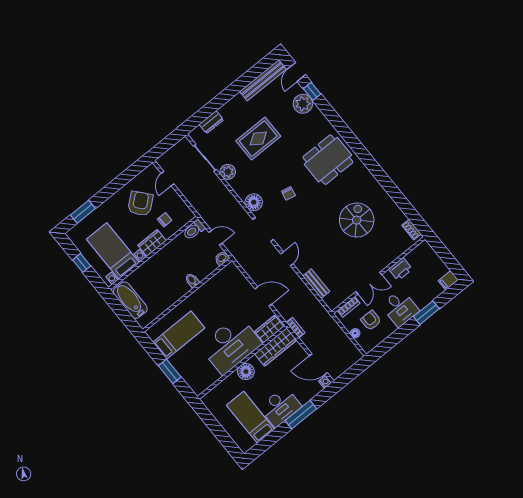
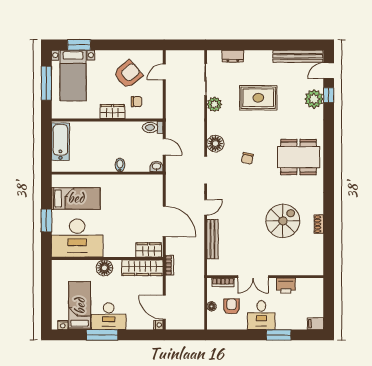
shoe rack: (411, 230) -> (319, 224), moved
bed with nightstands: (113, 251) -> (73, 75), moved, turned 180
window: (82, 263) -> (46, 83), width x2.17
bench: (316, 284) -> (212, 239), width x1.36
door: (263, 296) -> (164, 221), width x1.36
desk: (231, 345) -> (77, 238), moved
window: (301, 415) -> (102, 335), moved
nightstand: (250, 443) -> (63, 325), added

